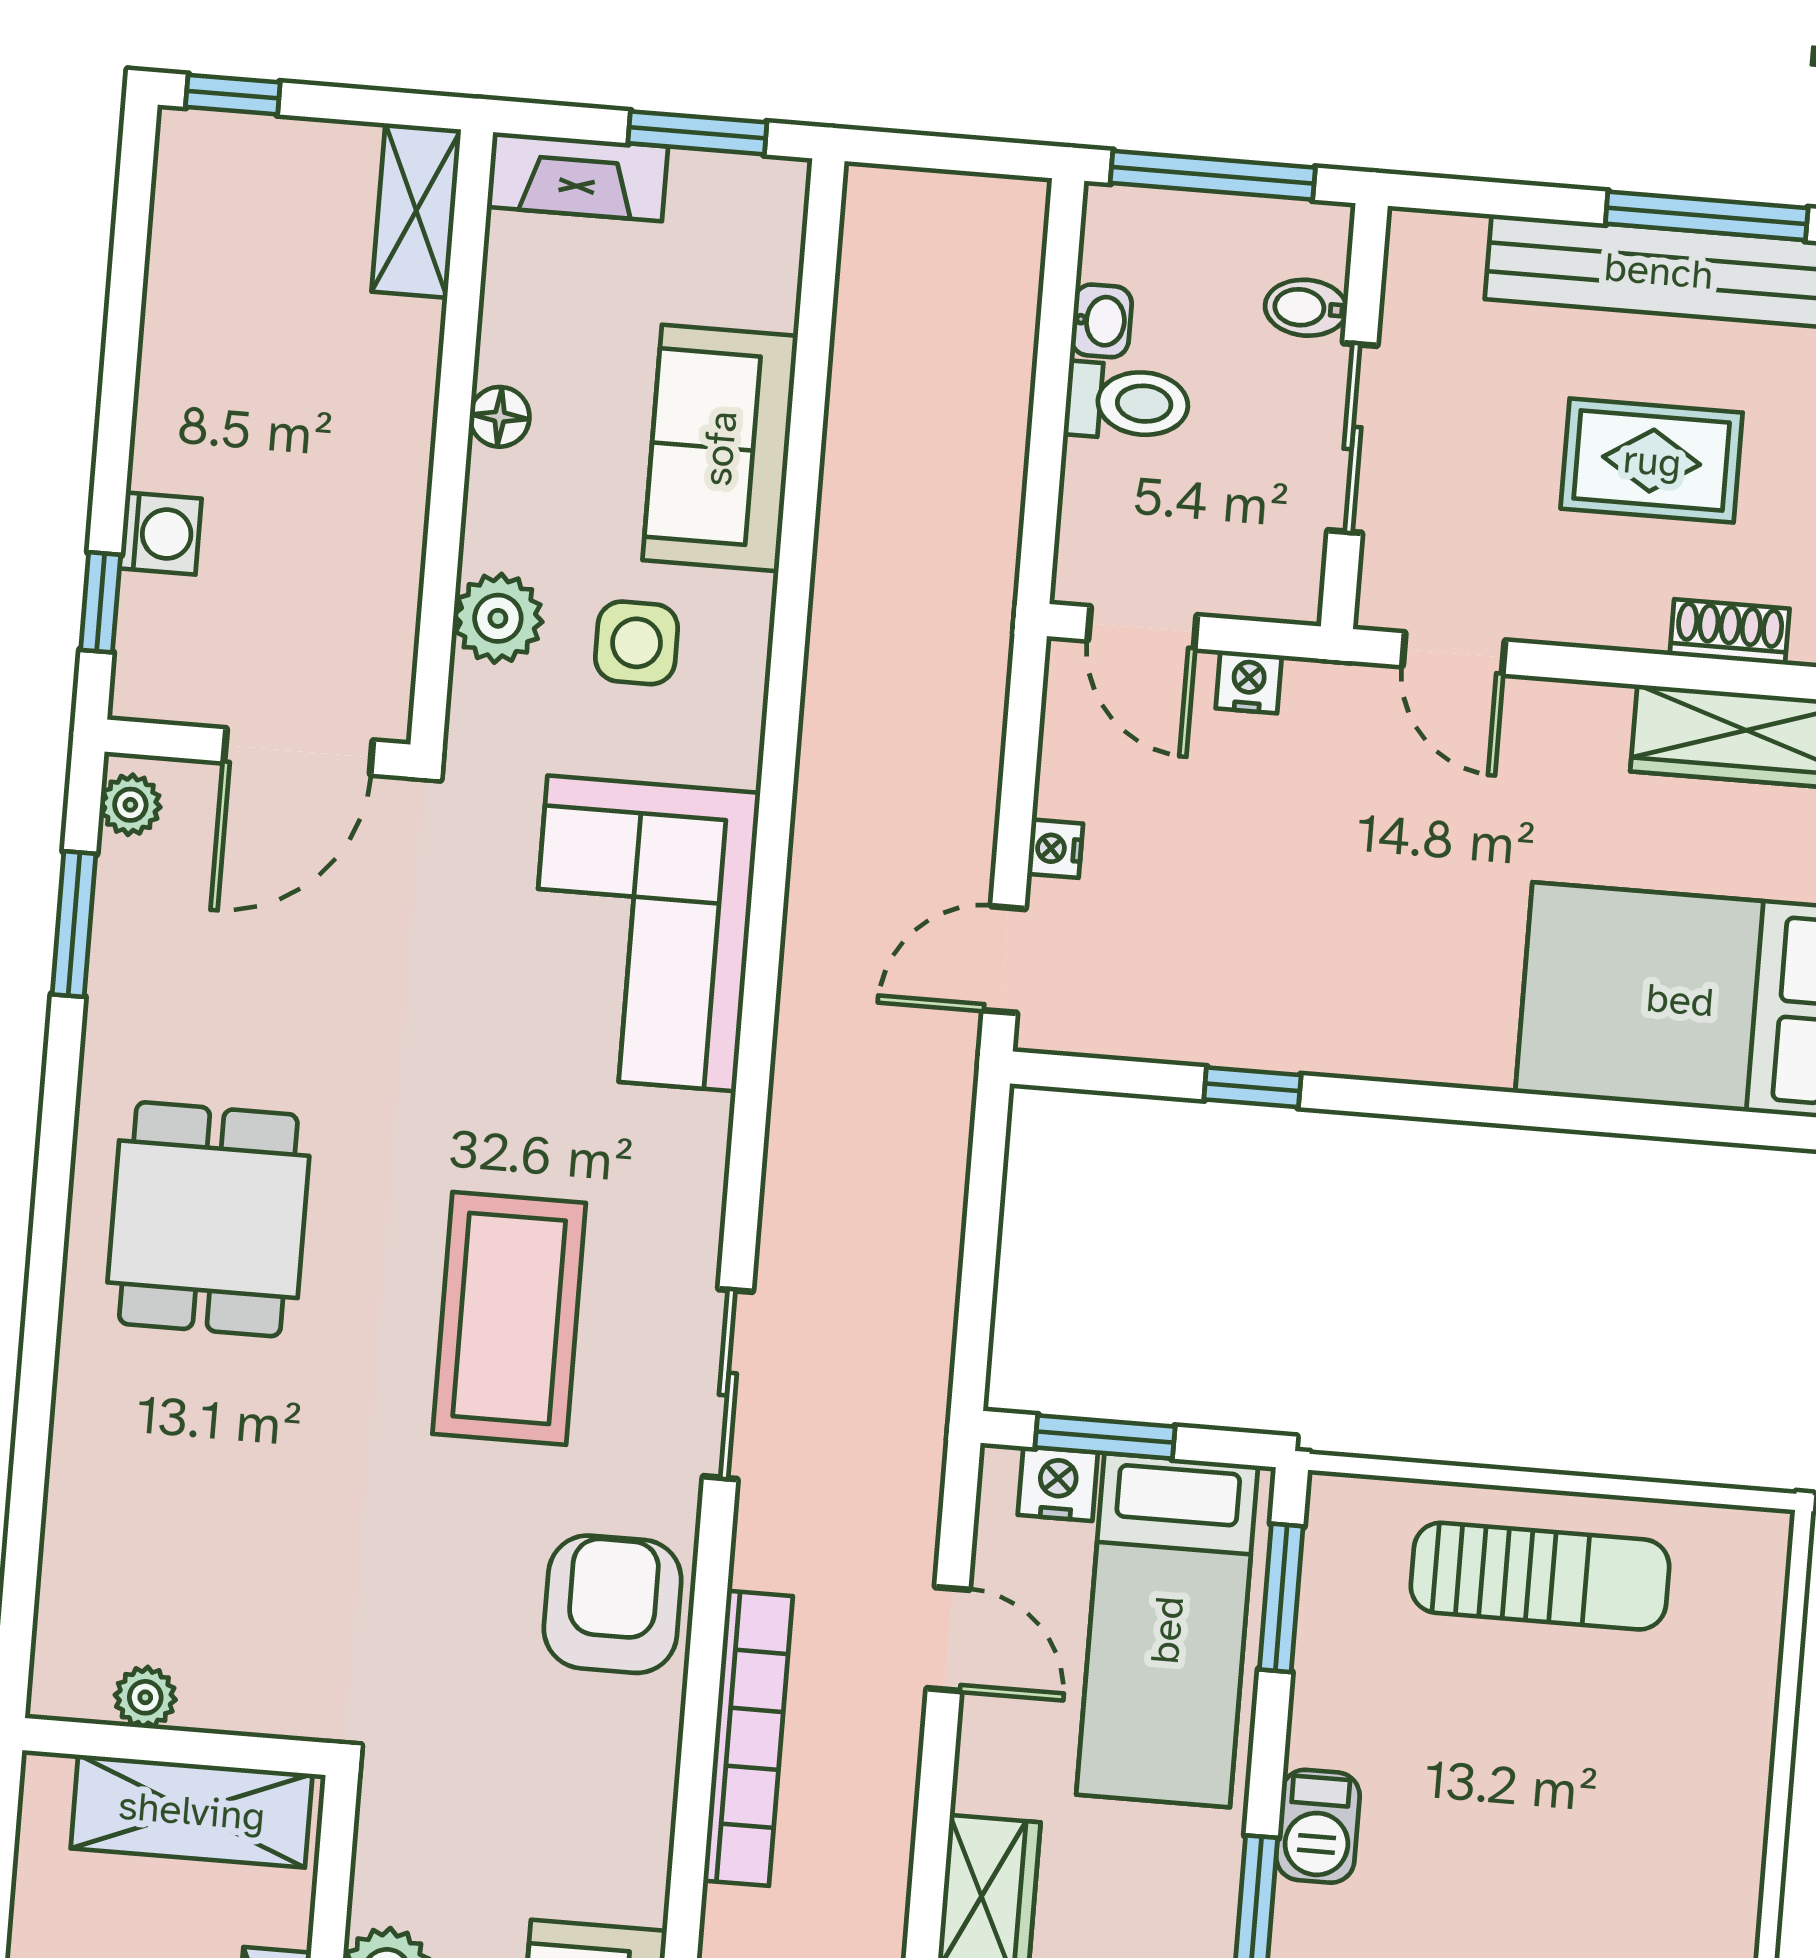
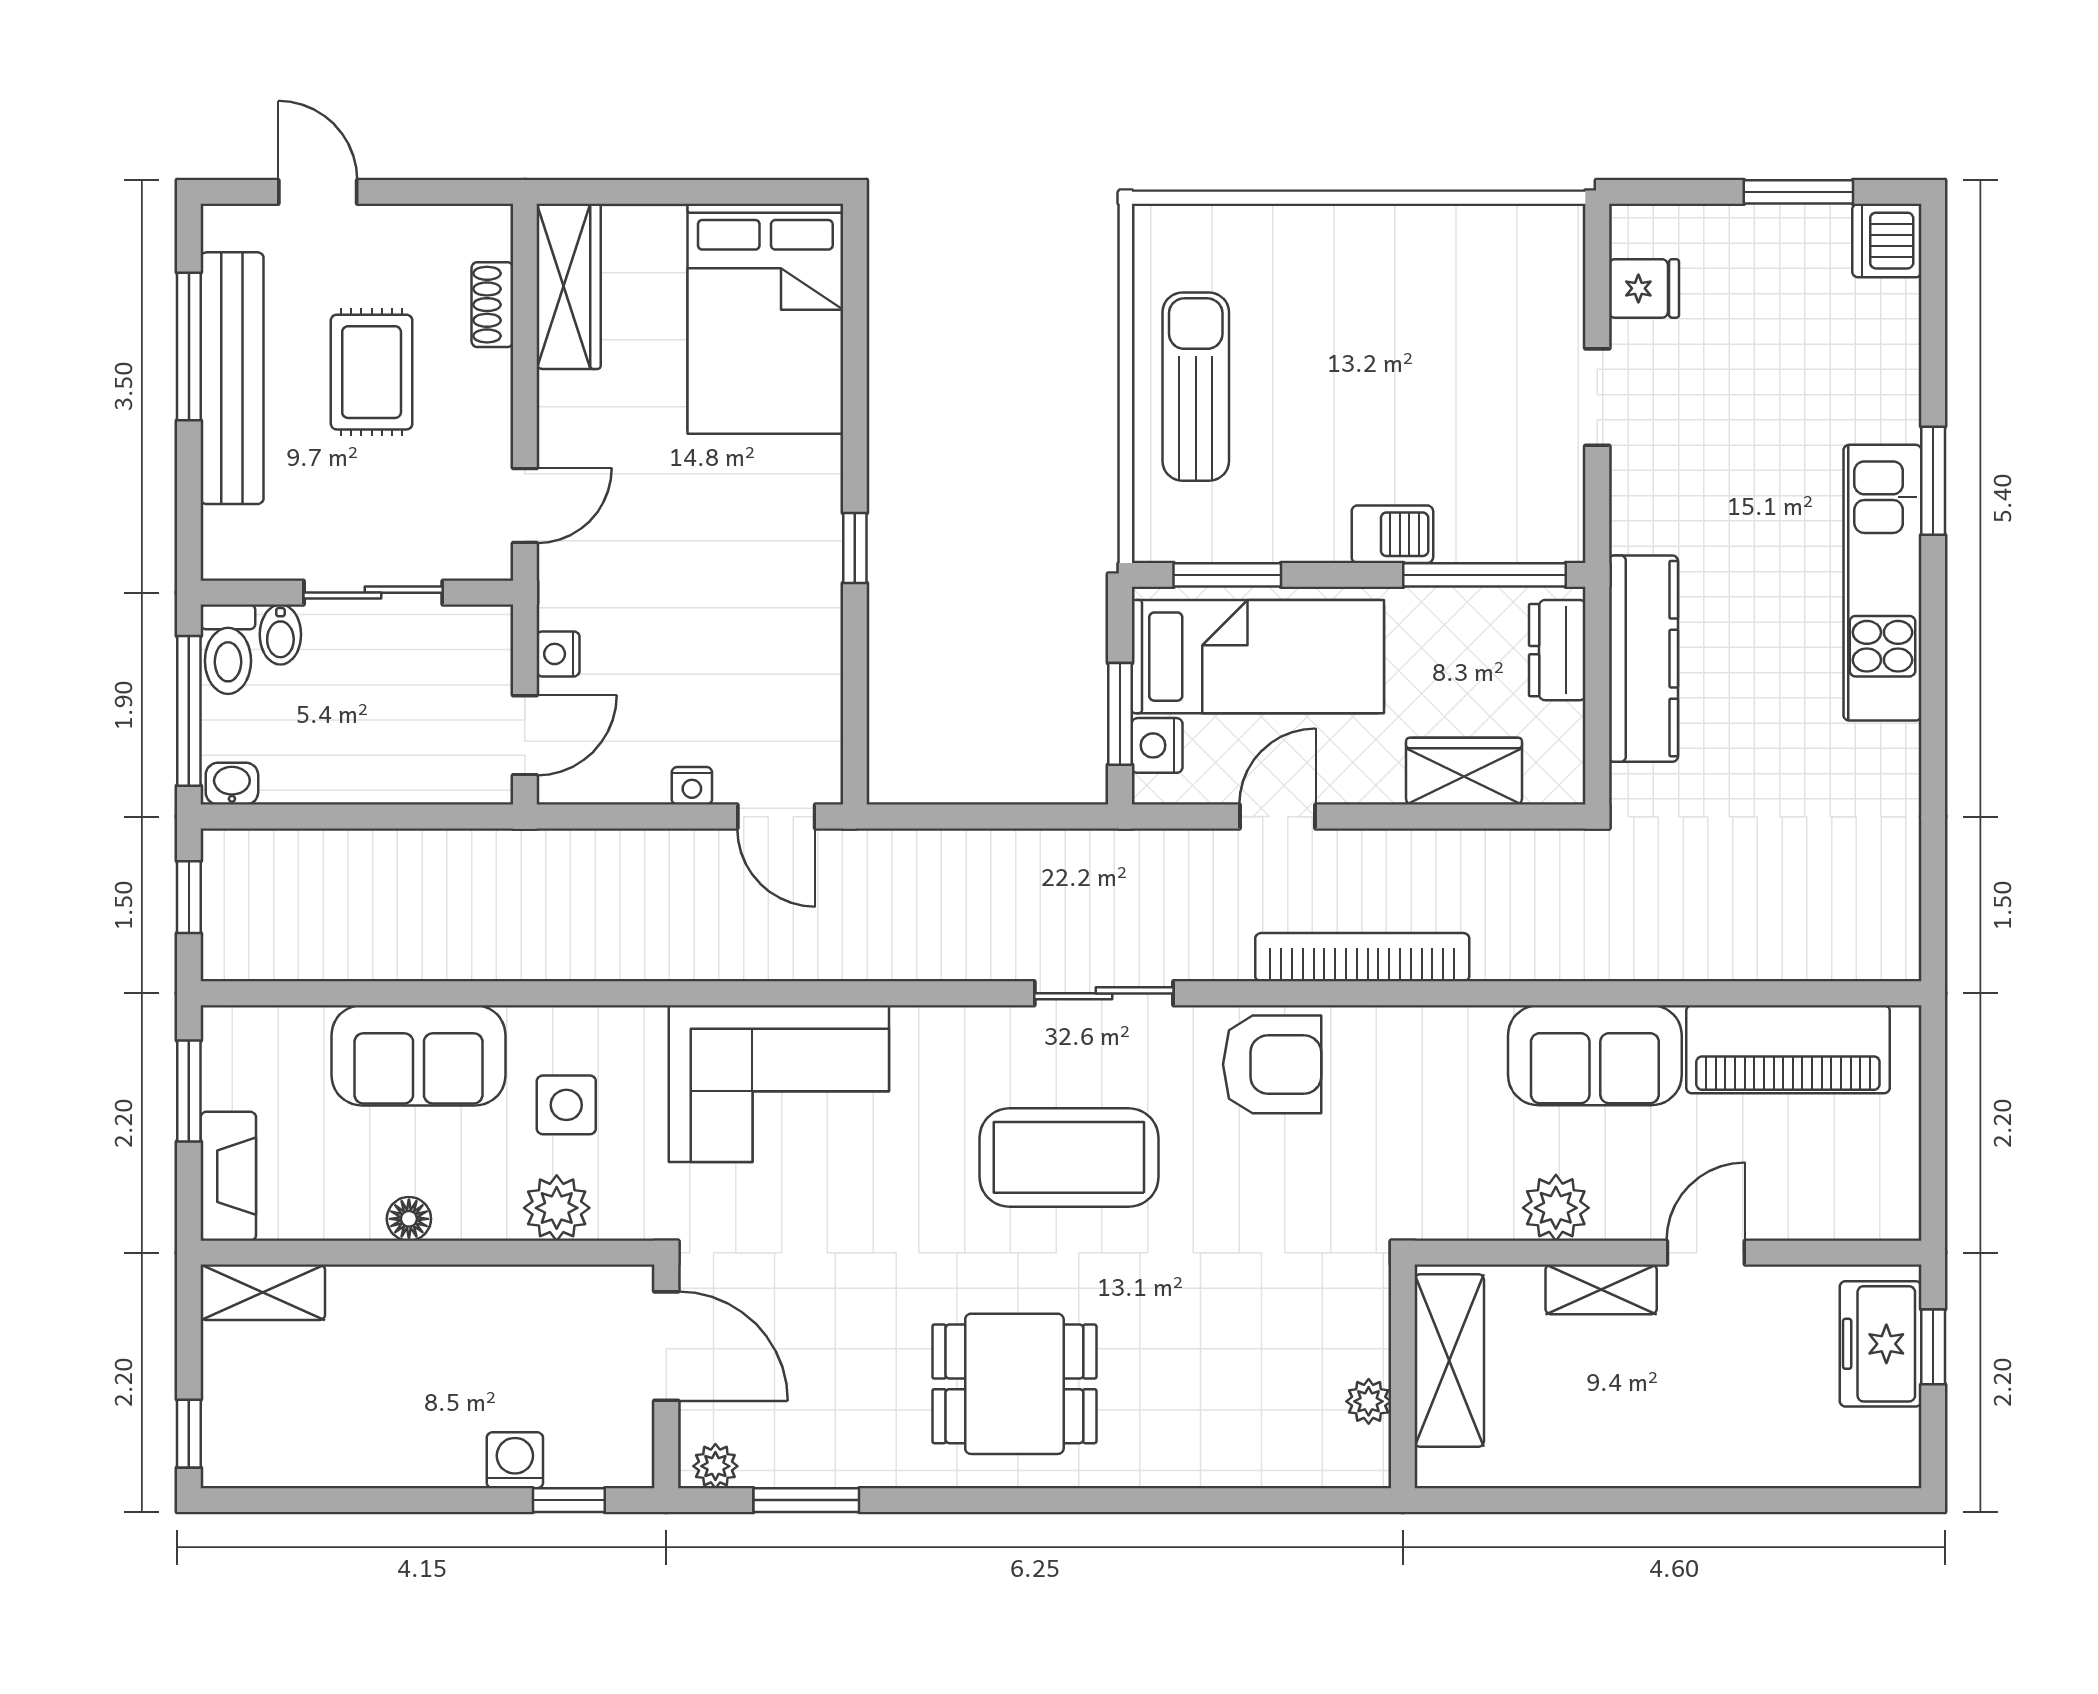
window: (960, 154) -> (189, 897), added
washbasin: (1101, 321) -> (232, 784), moved
toilet: (1127, 402) -> (228, 649), moved, turned 180
window: (1252, 1087) -> (855, 548), moved
armchair: (613, 1604) -> (1272, 1064), turned 180

